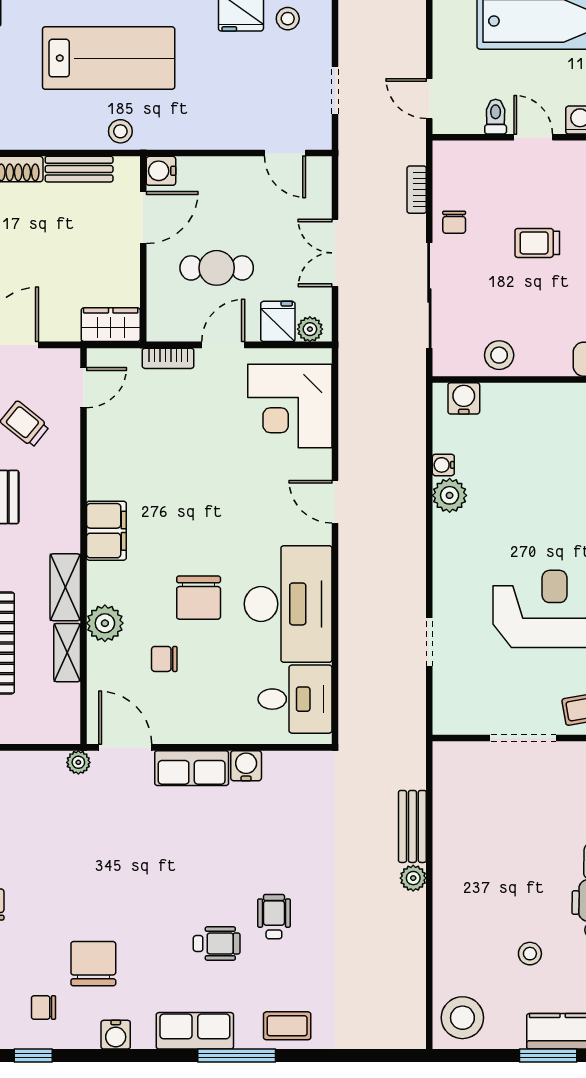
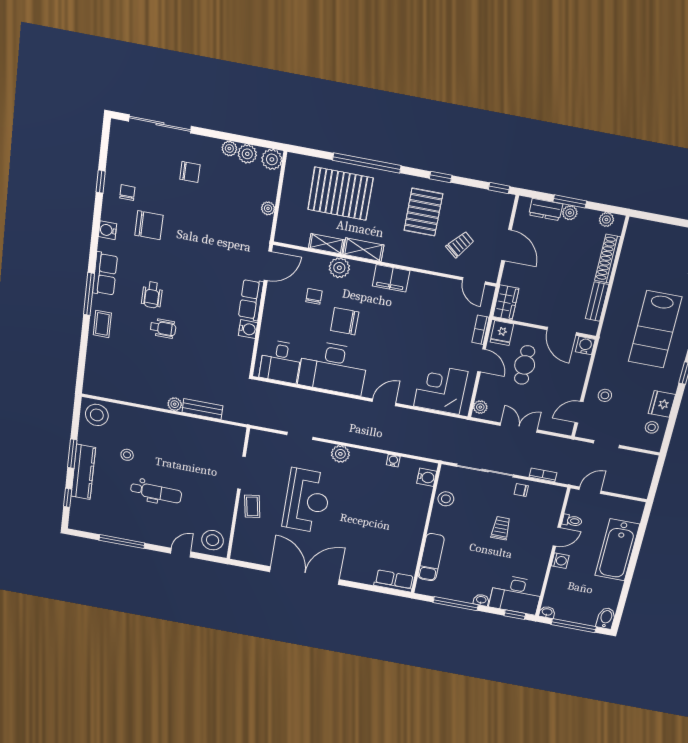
stool: (120, 131) -> (605, 395), moved
fridge: (278, 321) -> (502, 333), moved, turned 90
plant: (450, 495) -> (340, 454), moved
plant: (78, 762) -> (268, 208), moved

